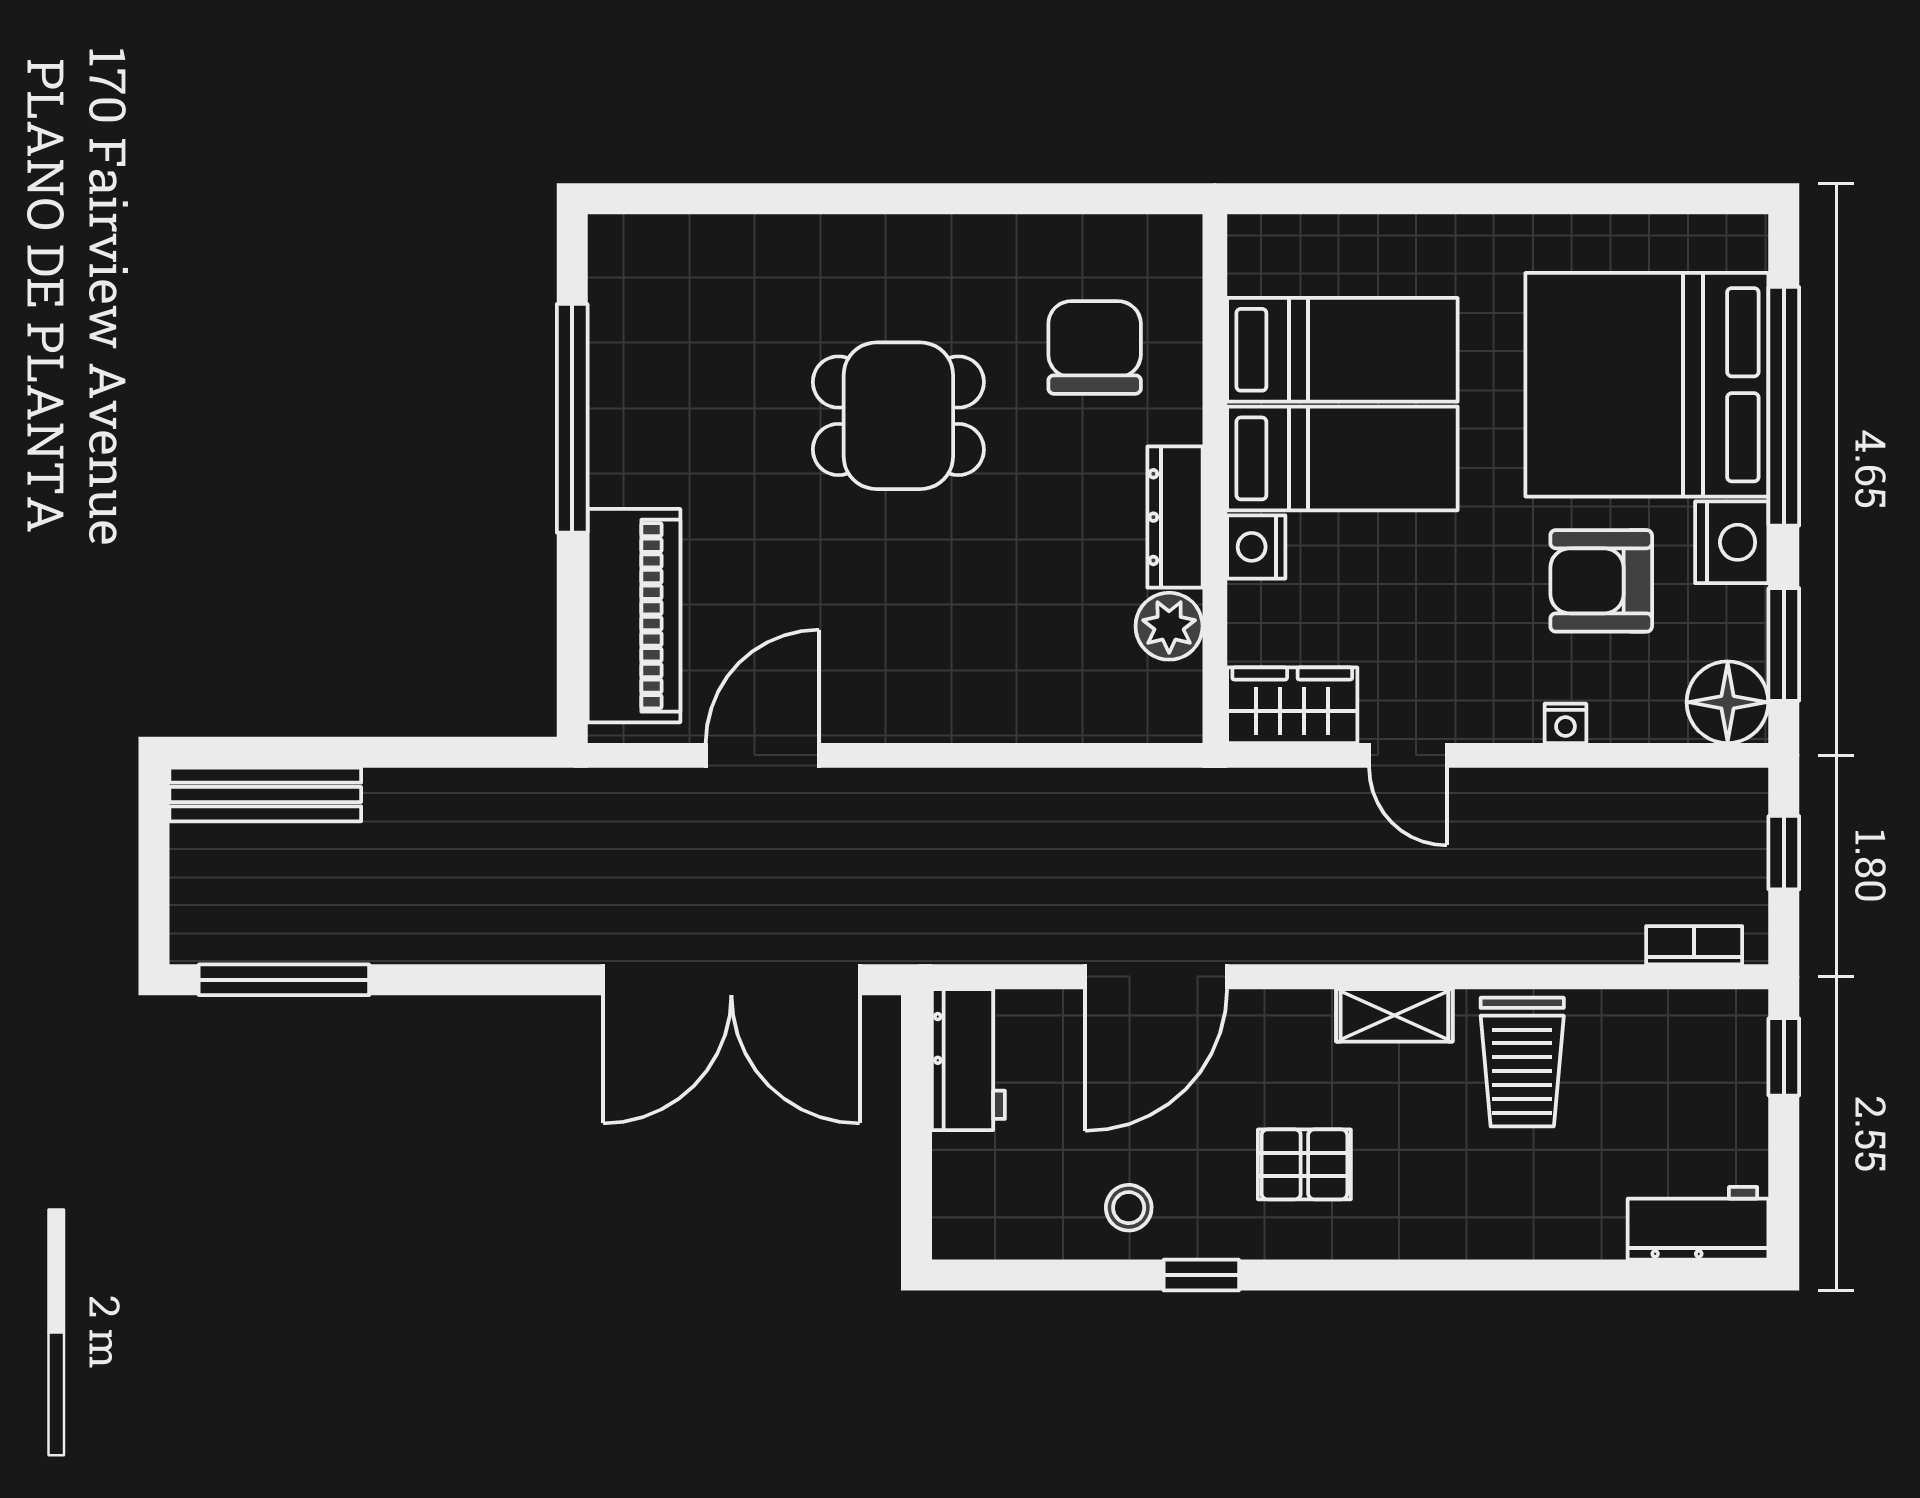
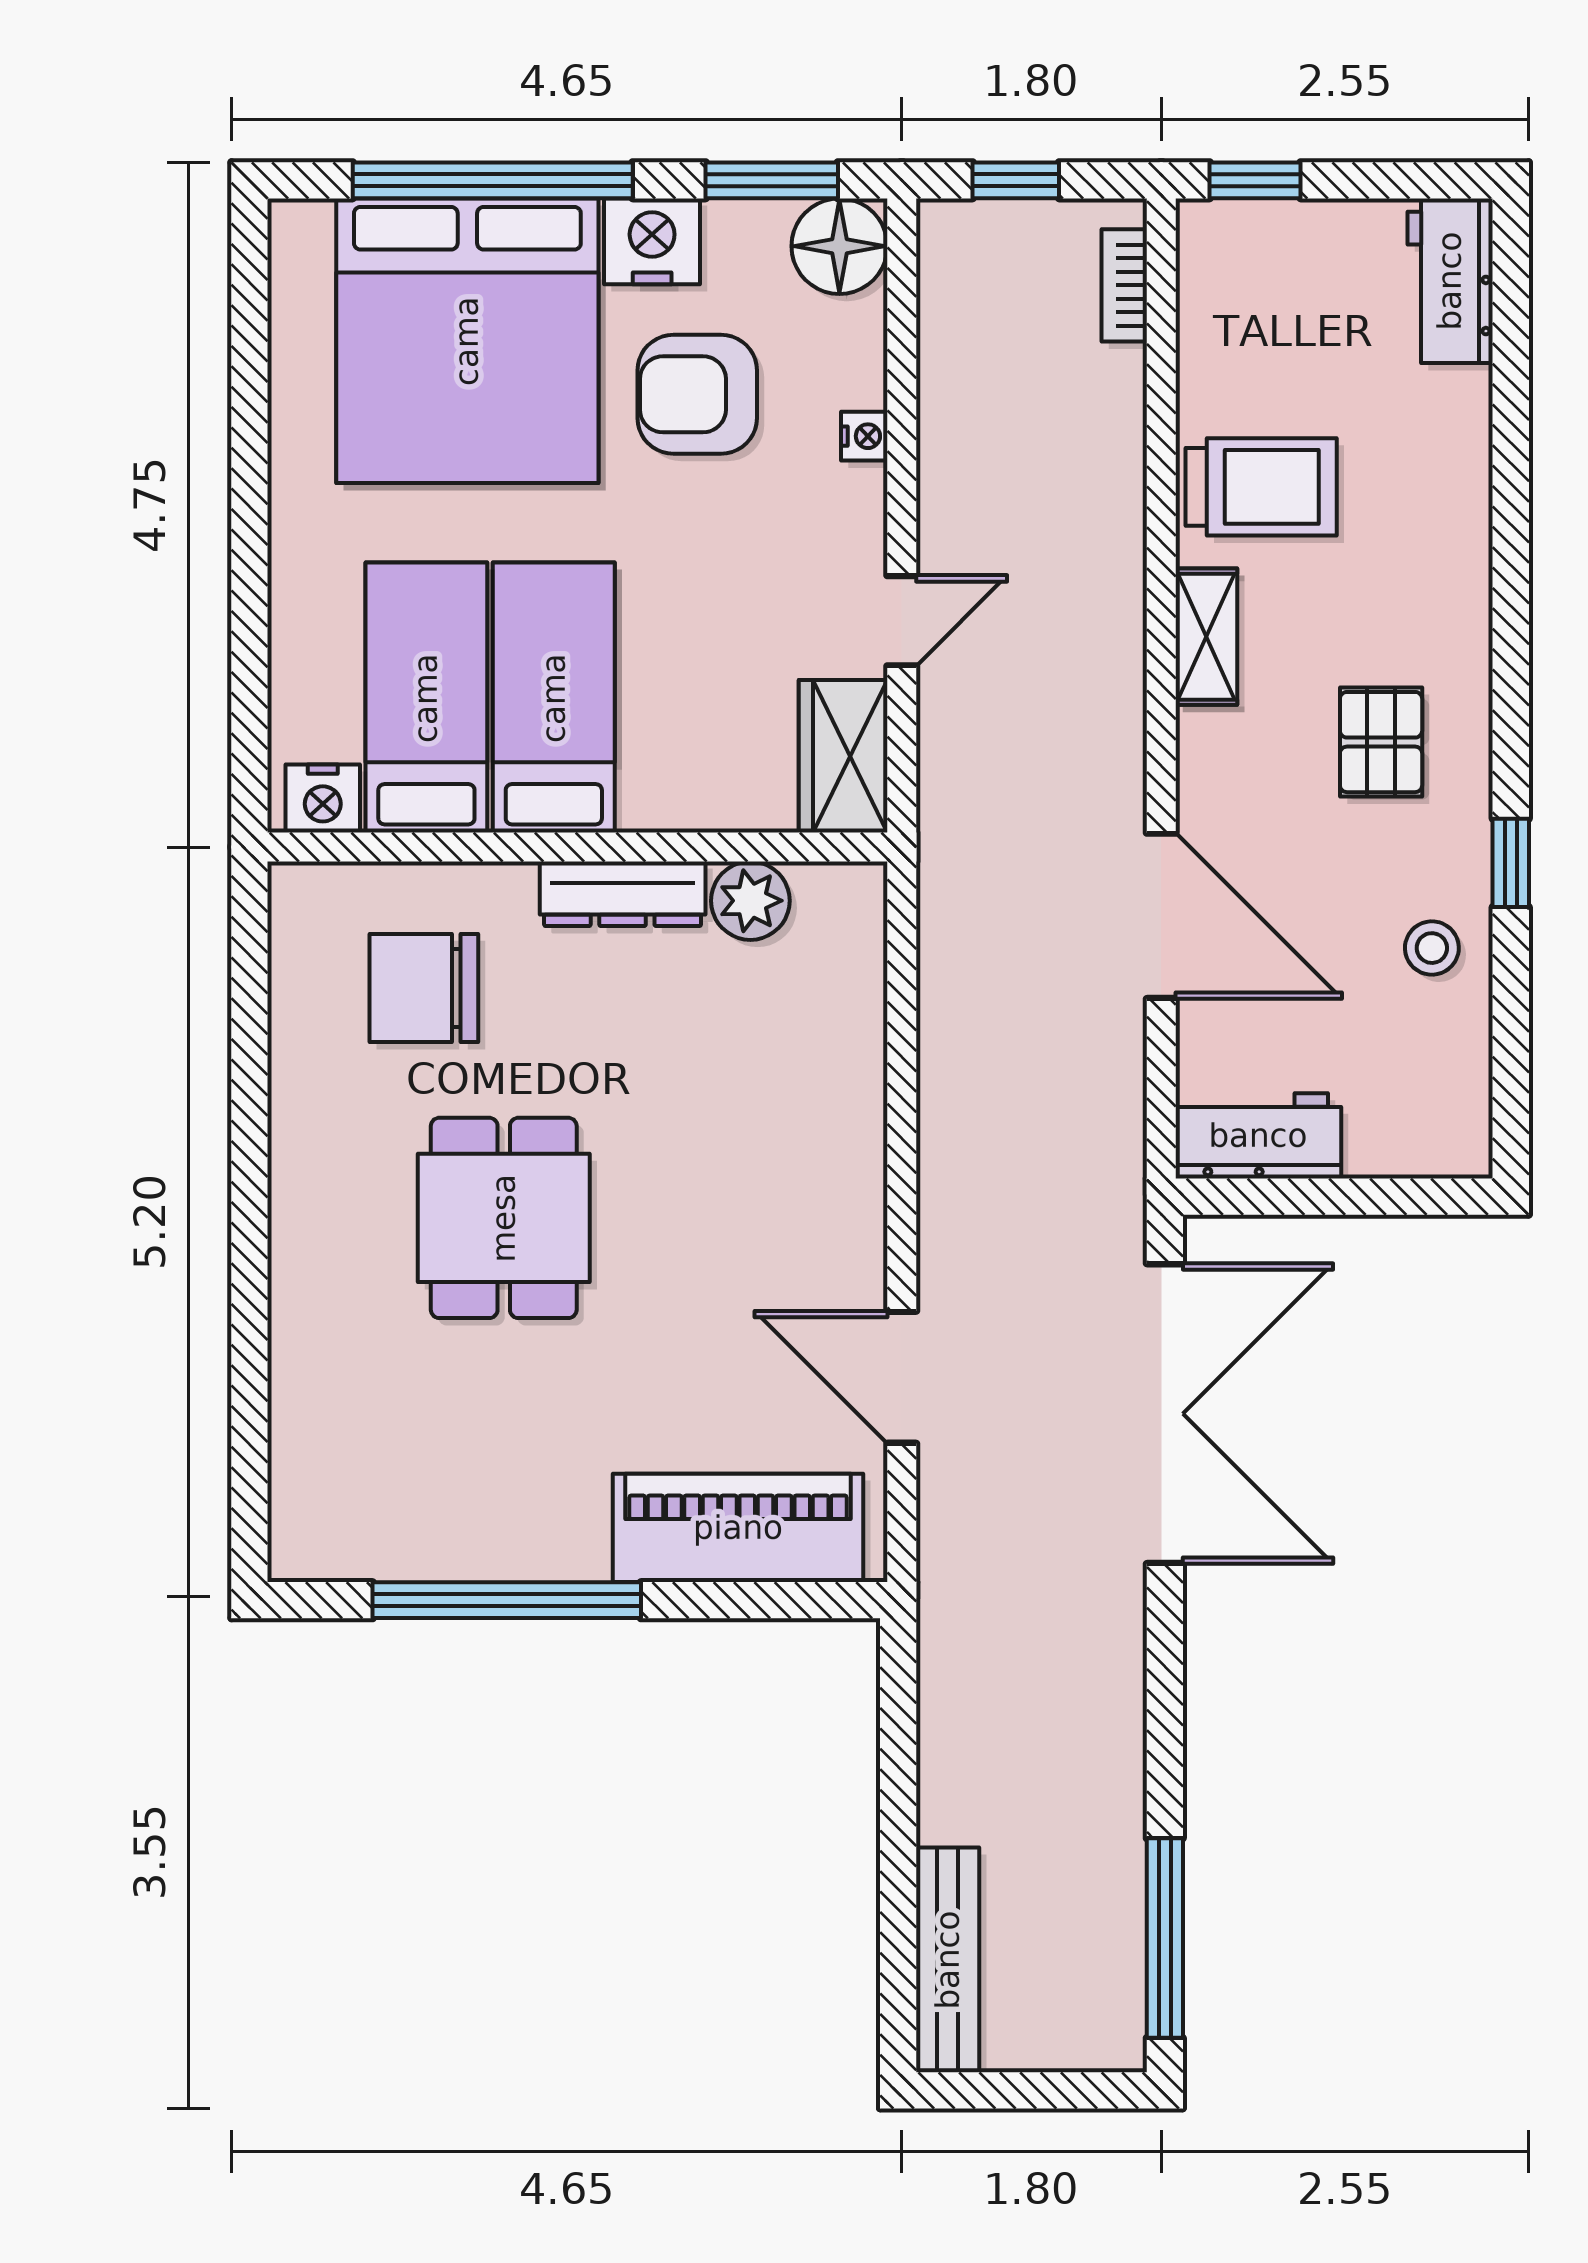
nightstand: (1256, 547) -> (323, 798), moved
armchair: (1601, 581) -> (697, 394), turned 90

